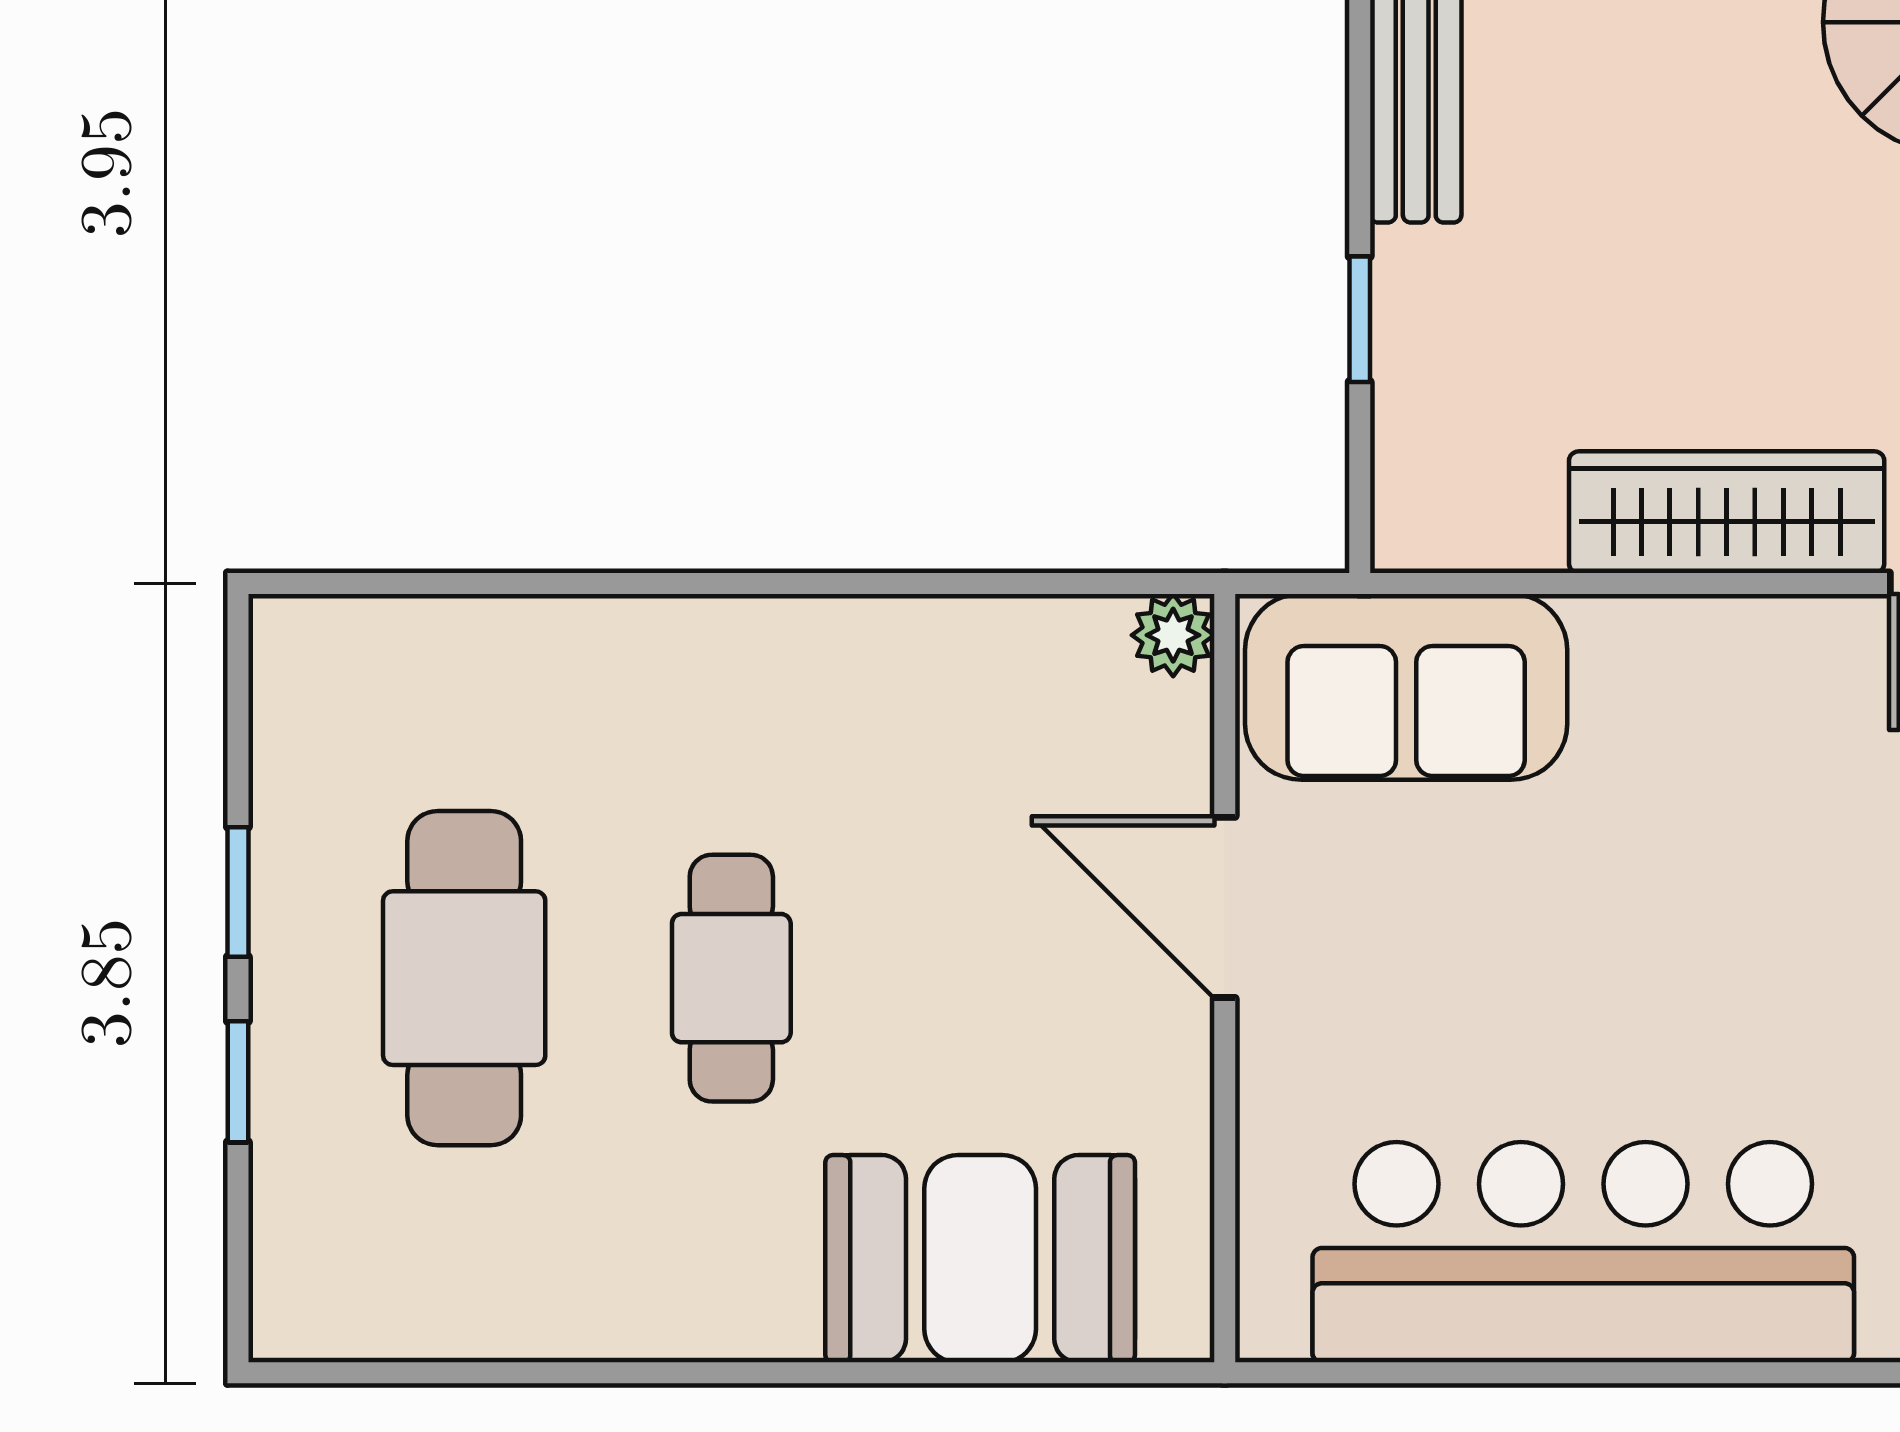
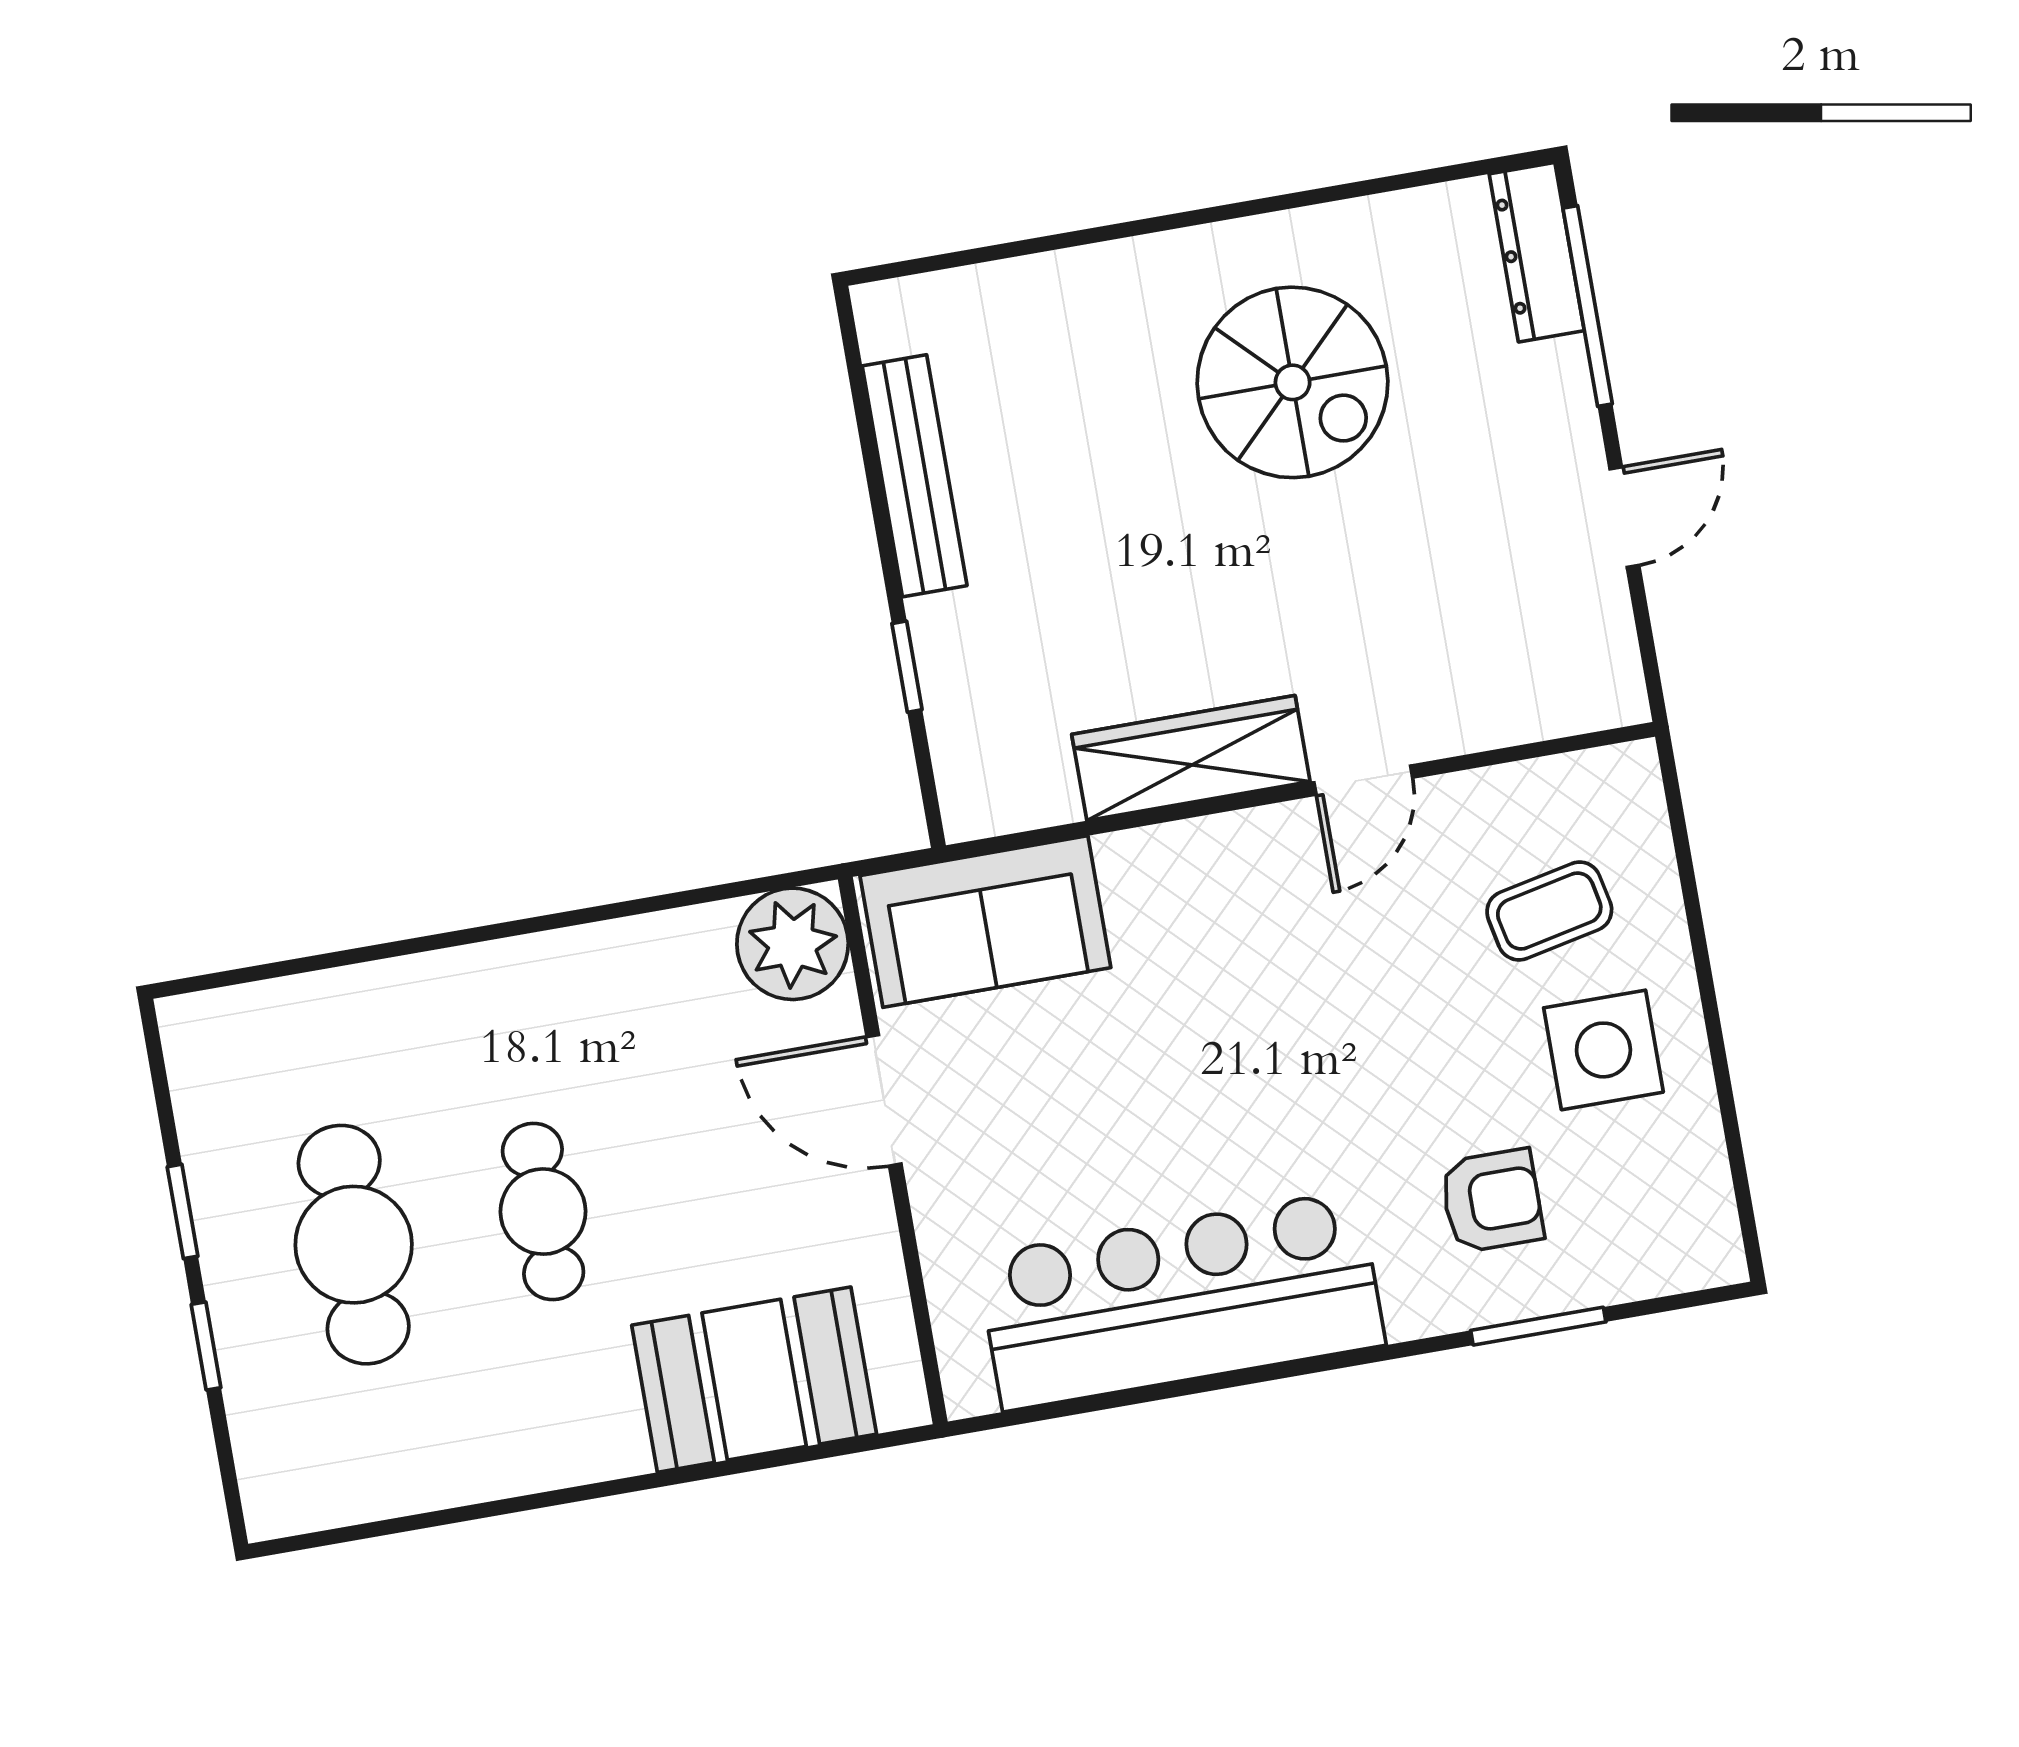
plant: (1173, 635) -> (793, 944), width x1.88, depth x1.88

